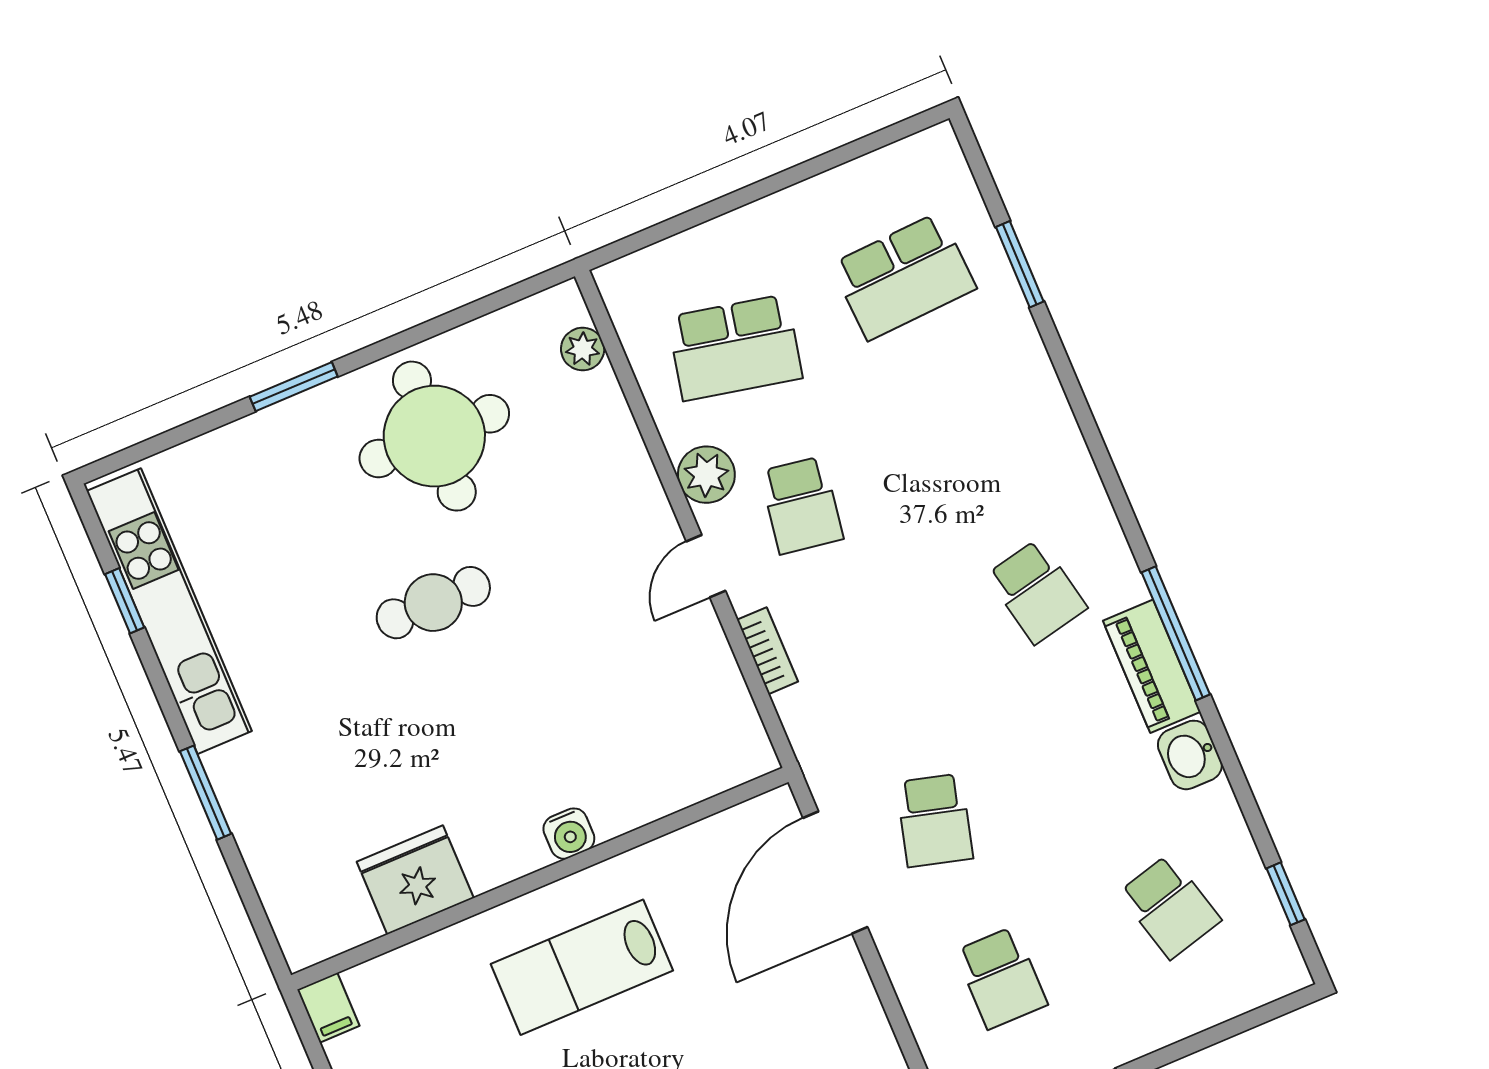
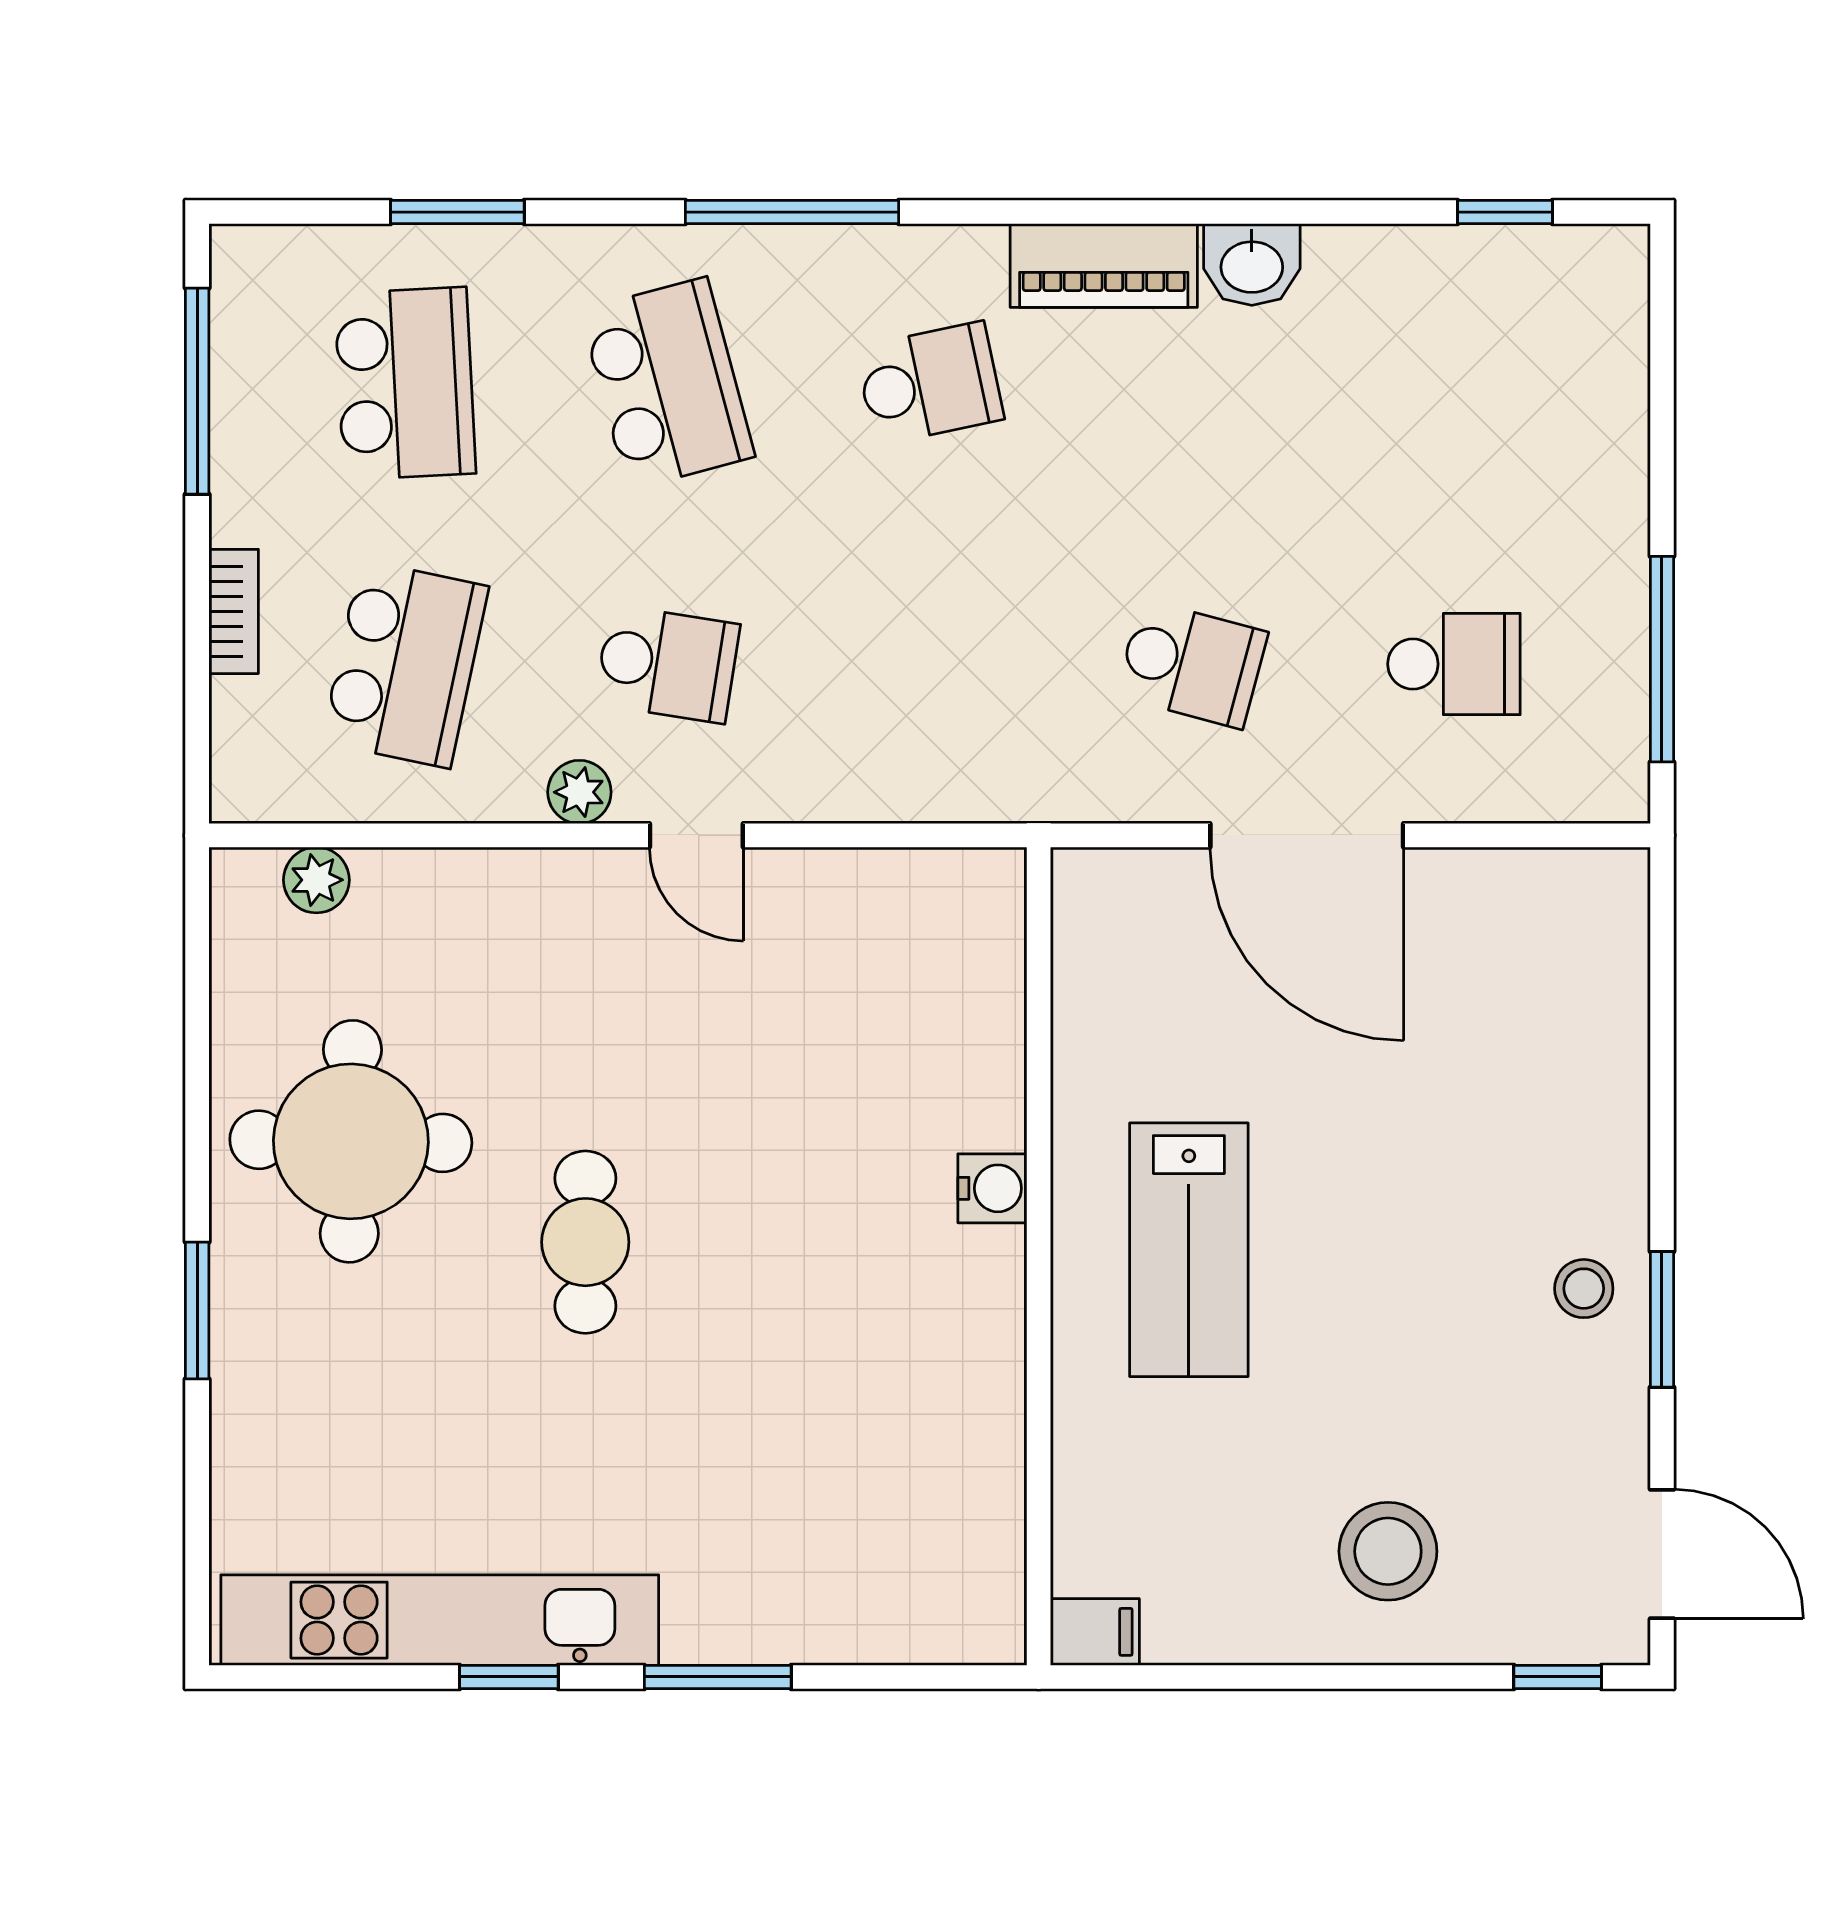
window: (846, 153) -> (197, 391), added
plant: (706, 475) -> (579, 792), width x0.73, depth x0.73
window: (125, 601) -> (509, 1677), moved
window: (1176, 633) -> (792, 212), moved
bookcase: (767, 651) -> (234, 611), moved, turned 90
door: (835, 872) -> (1307, 835), moved
fridge: (415, 880) -> (966, 1433), removed
school desk: (1170, 907) -> (667, 383), moved, width x1.85

